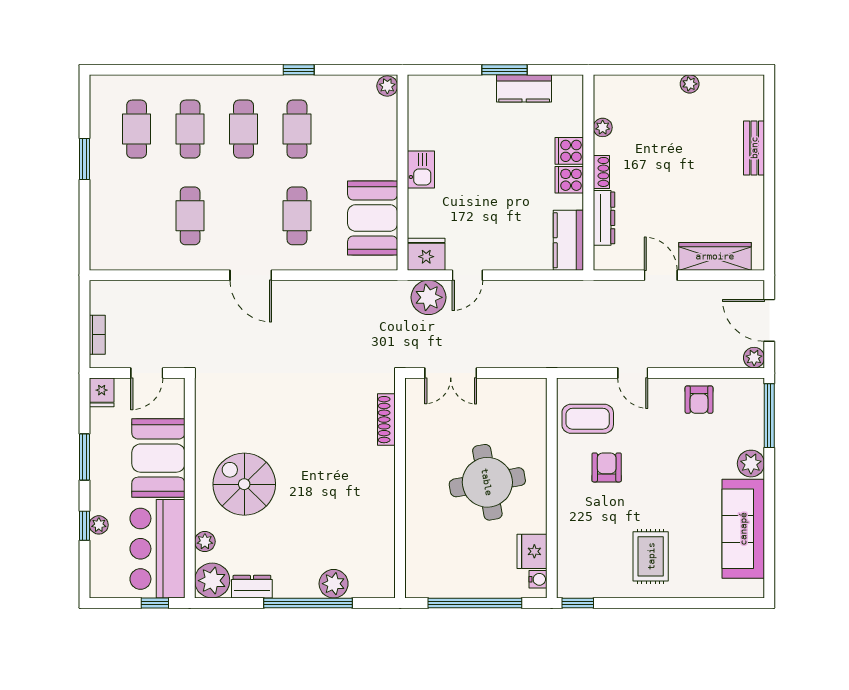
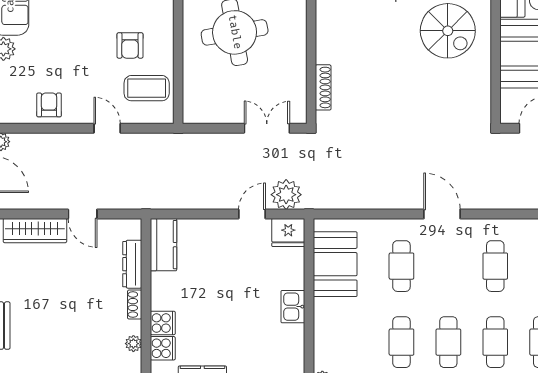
cooker: (569, 180) -> (163, 348), moved

